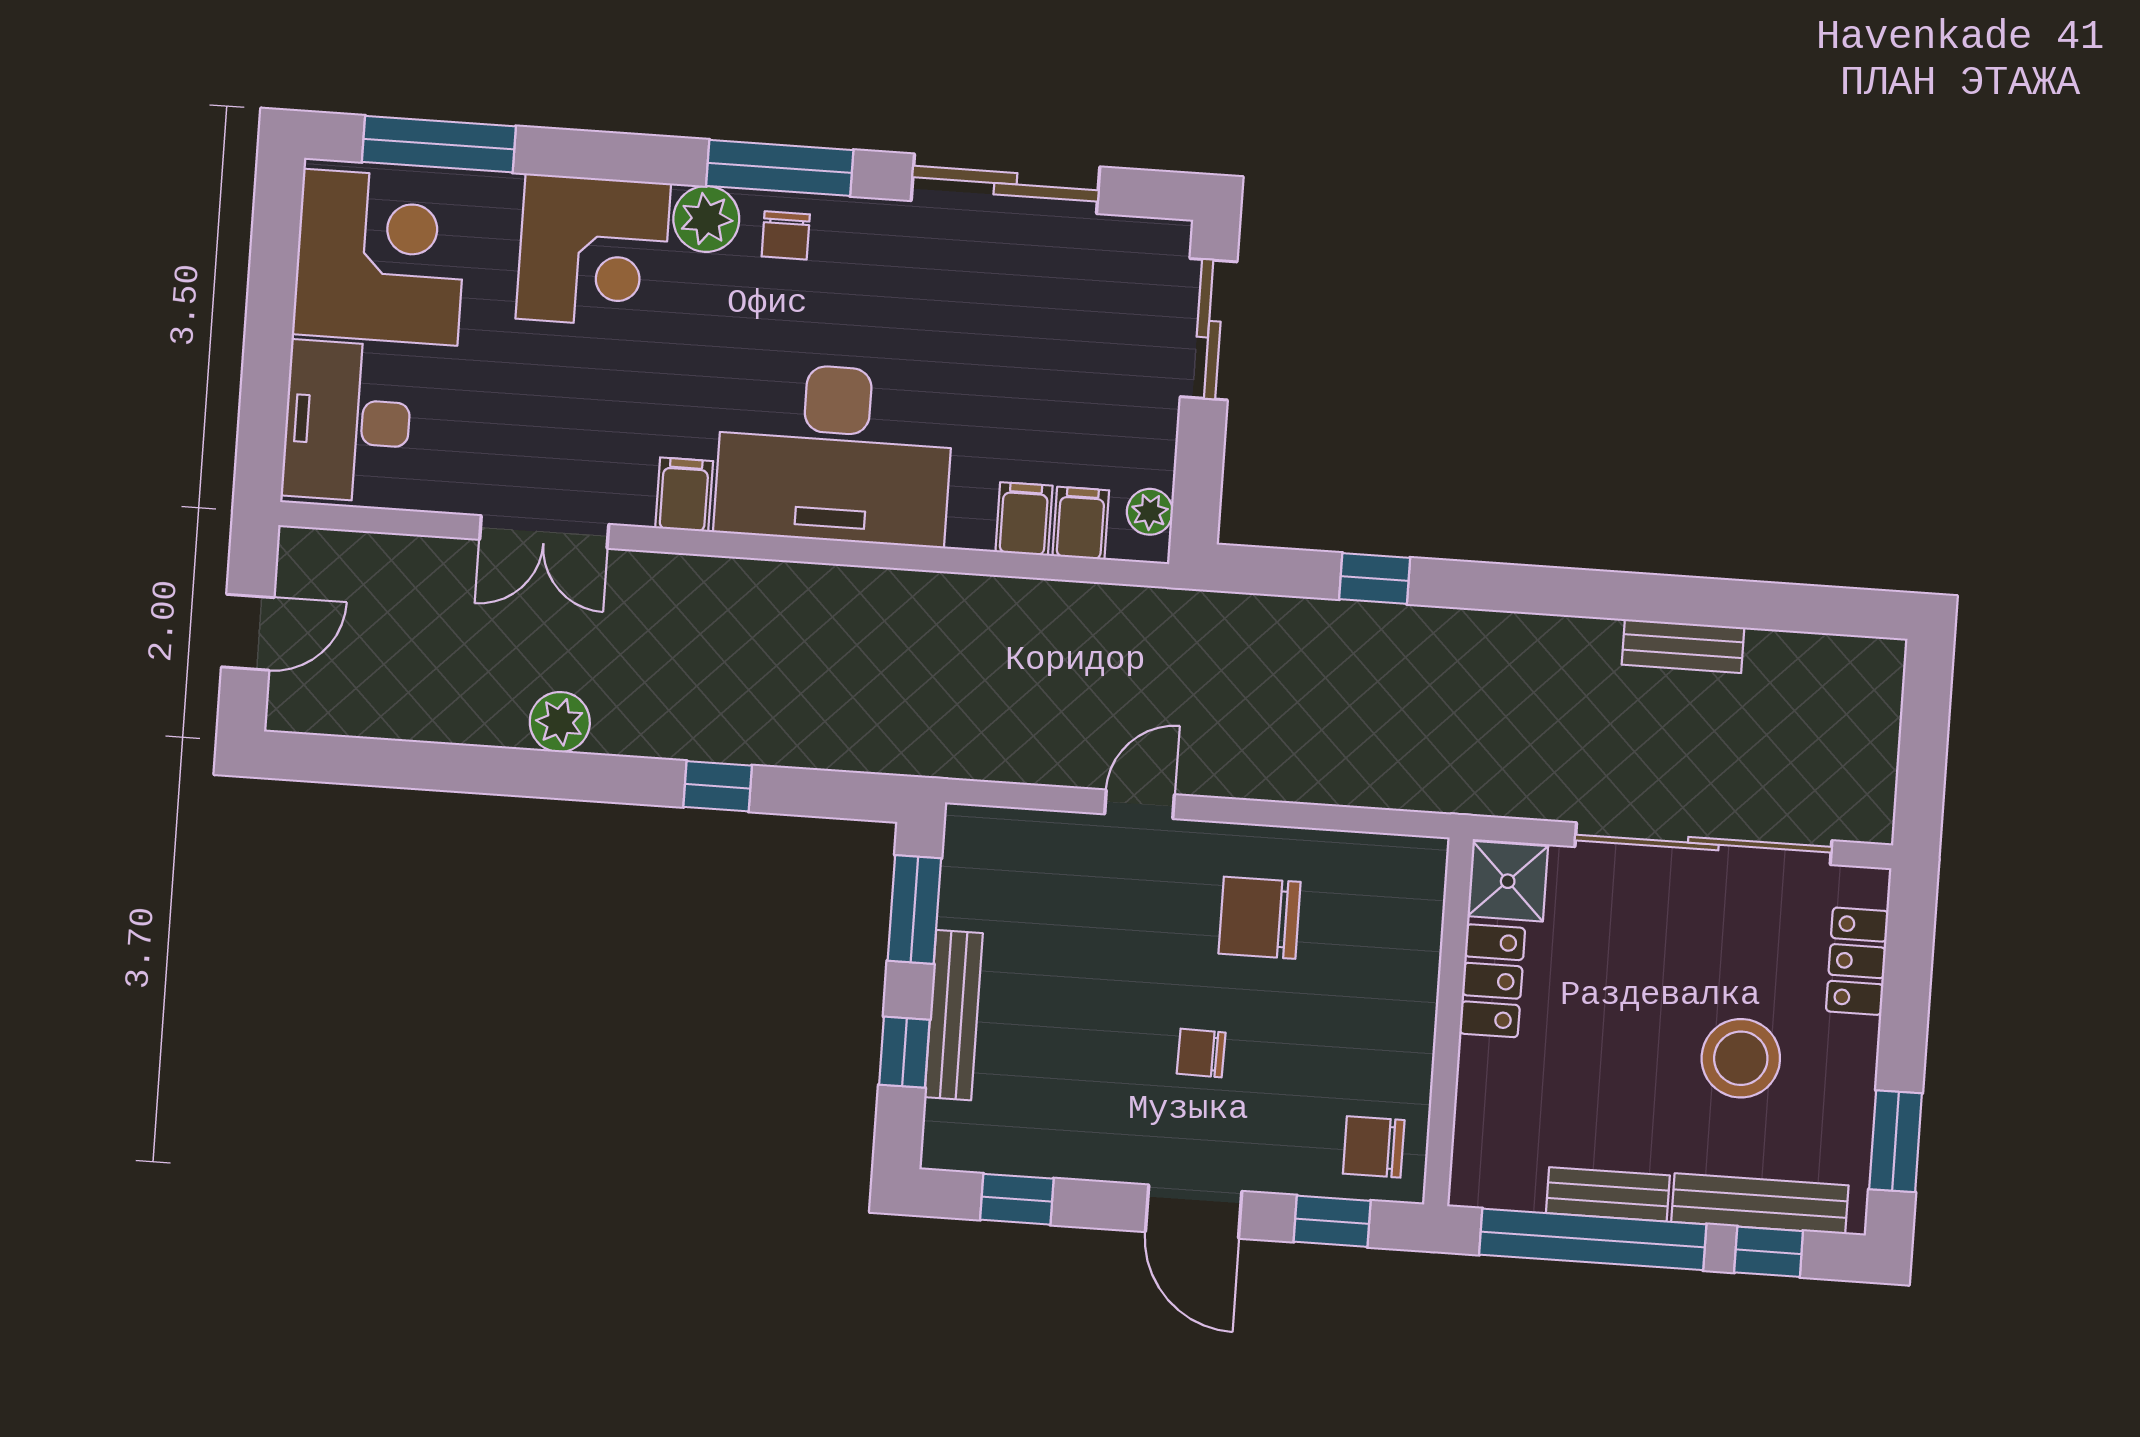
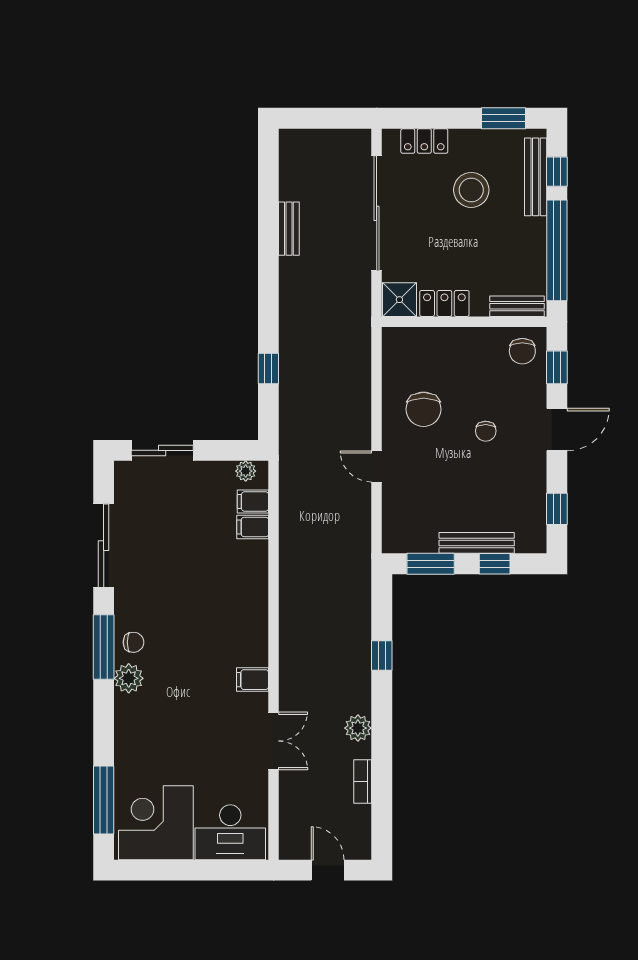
corner desk: (593, 251) -> (147, 728), removed
desk: (834, 454) -> (230, 614), removed
bookcase: (440, 724) -> (363, 781), added
bench: (1608, 1194) -> (517, 306), moved, turned 90

